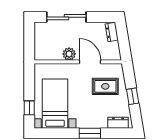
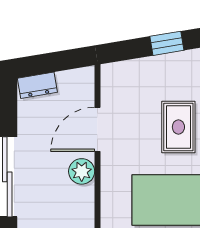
rug: (105, 86) -> (178, 127), moved

